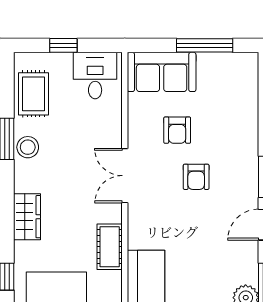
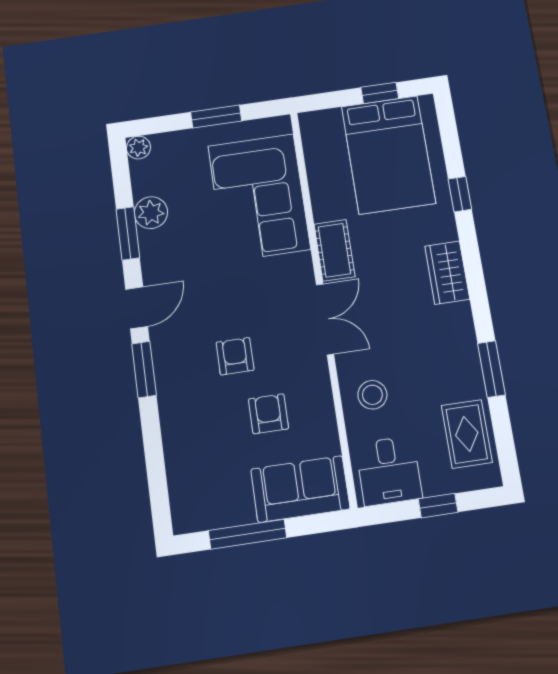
stool: (28, 147) -> (372, 395), moved
double door: (125, 176) -> (325, 319), moved

